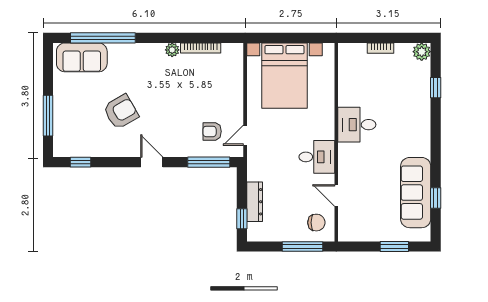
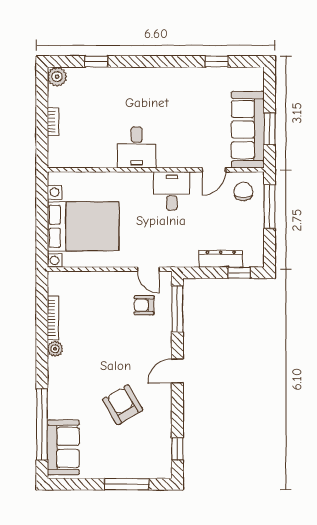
armchair: (212, 131) -> (144, 305), turned 90
sofa: (416, 193) -> (248, 130), moved, turned 90
window: (394, 247) -> (270, 129), moved

